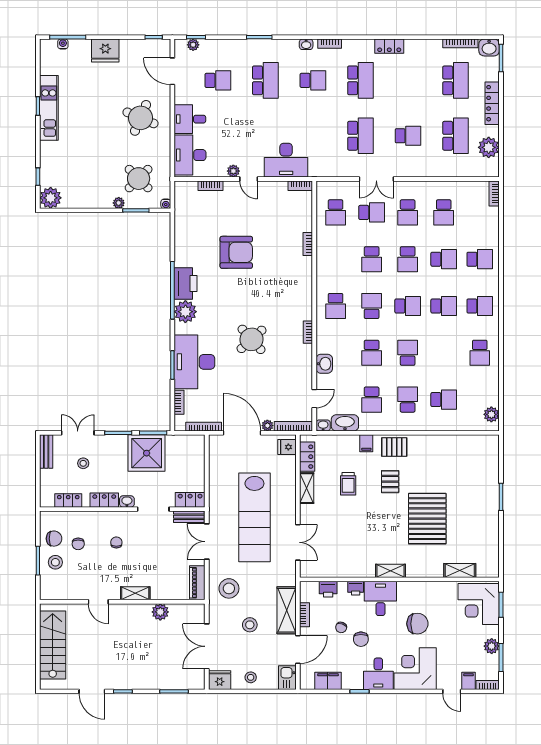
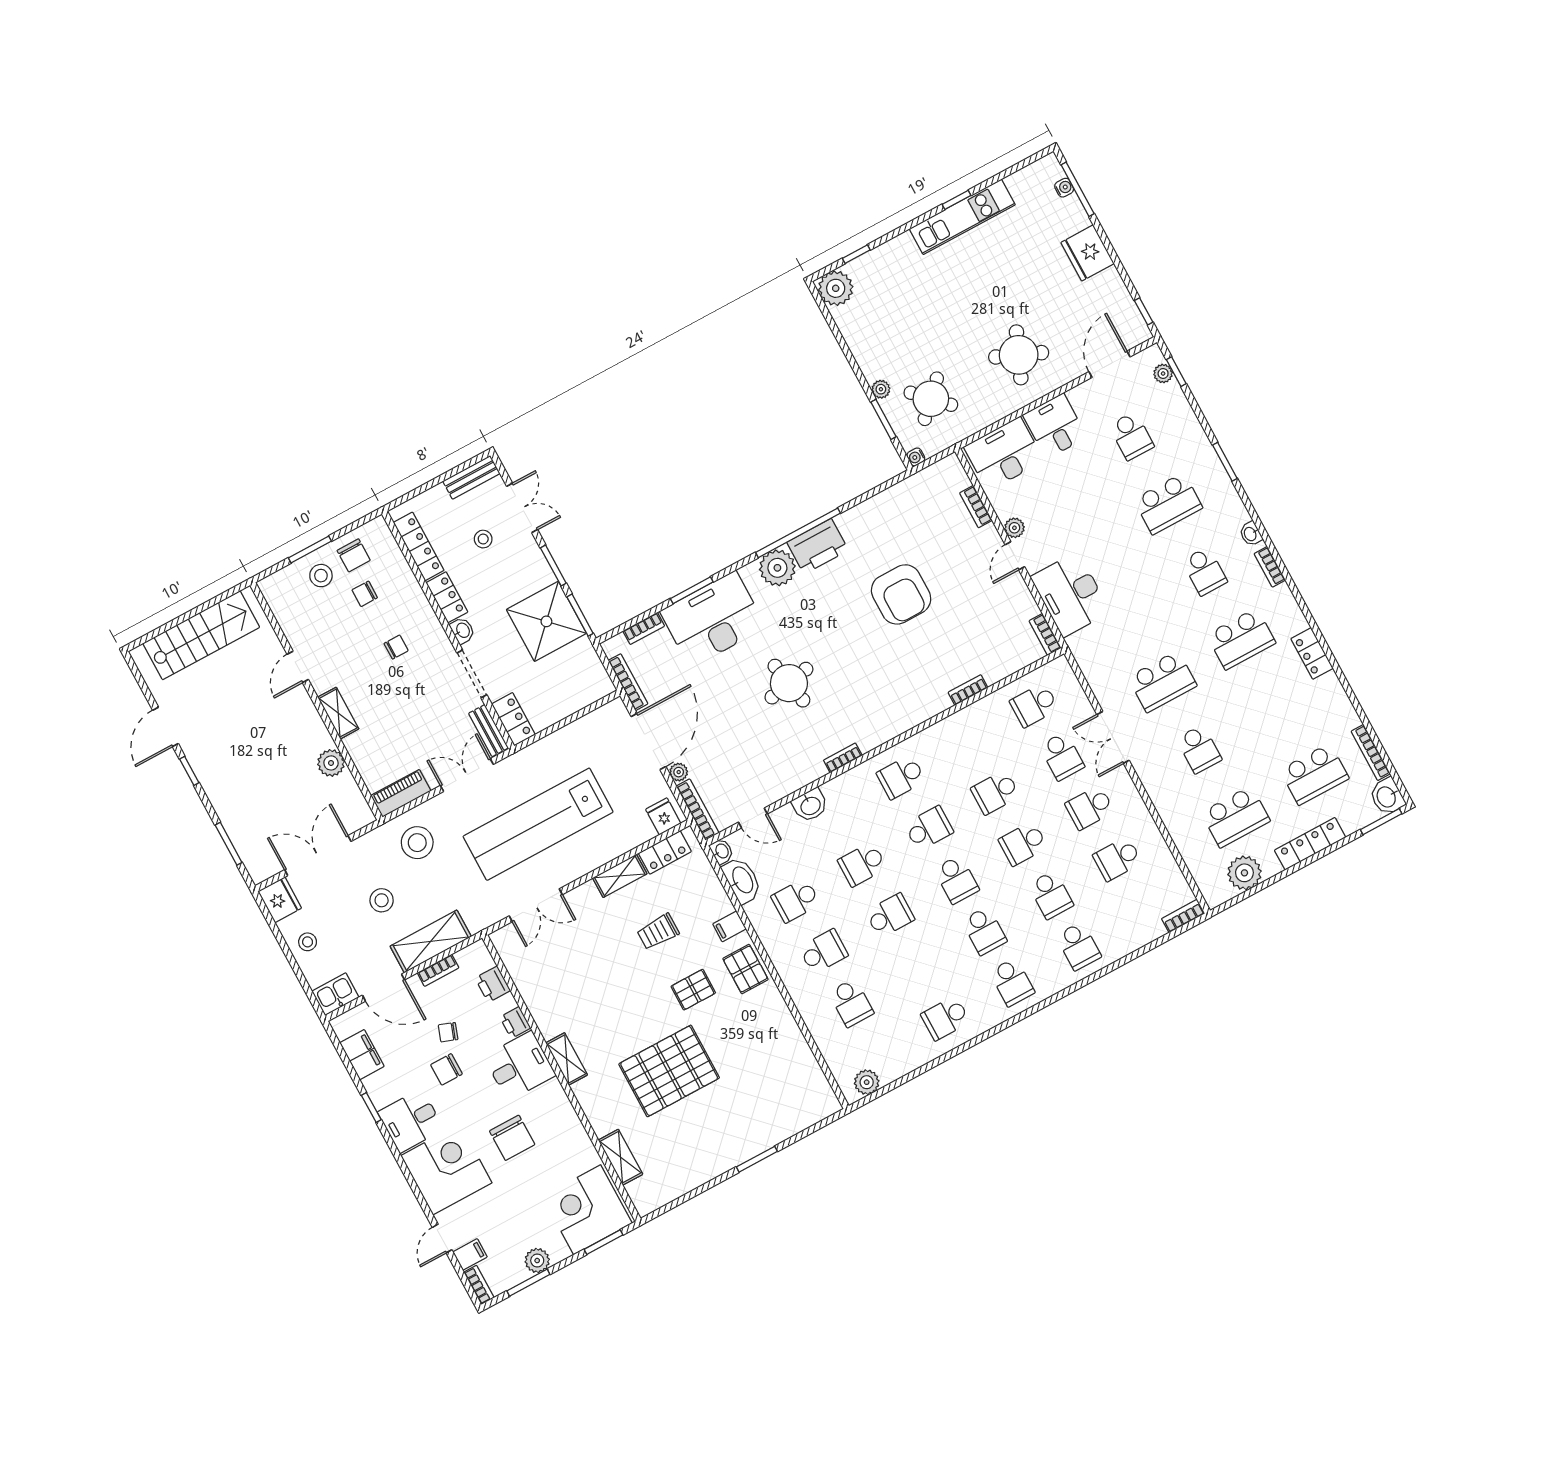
round table: (252, 339) -> (789, 683), turned 31
locker: (68, 501) -> (419, 546), width x1.53

